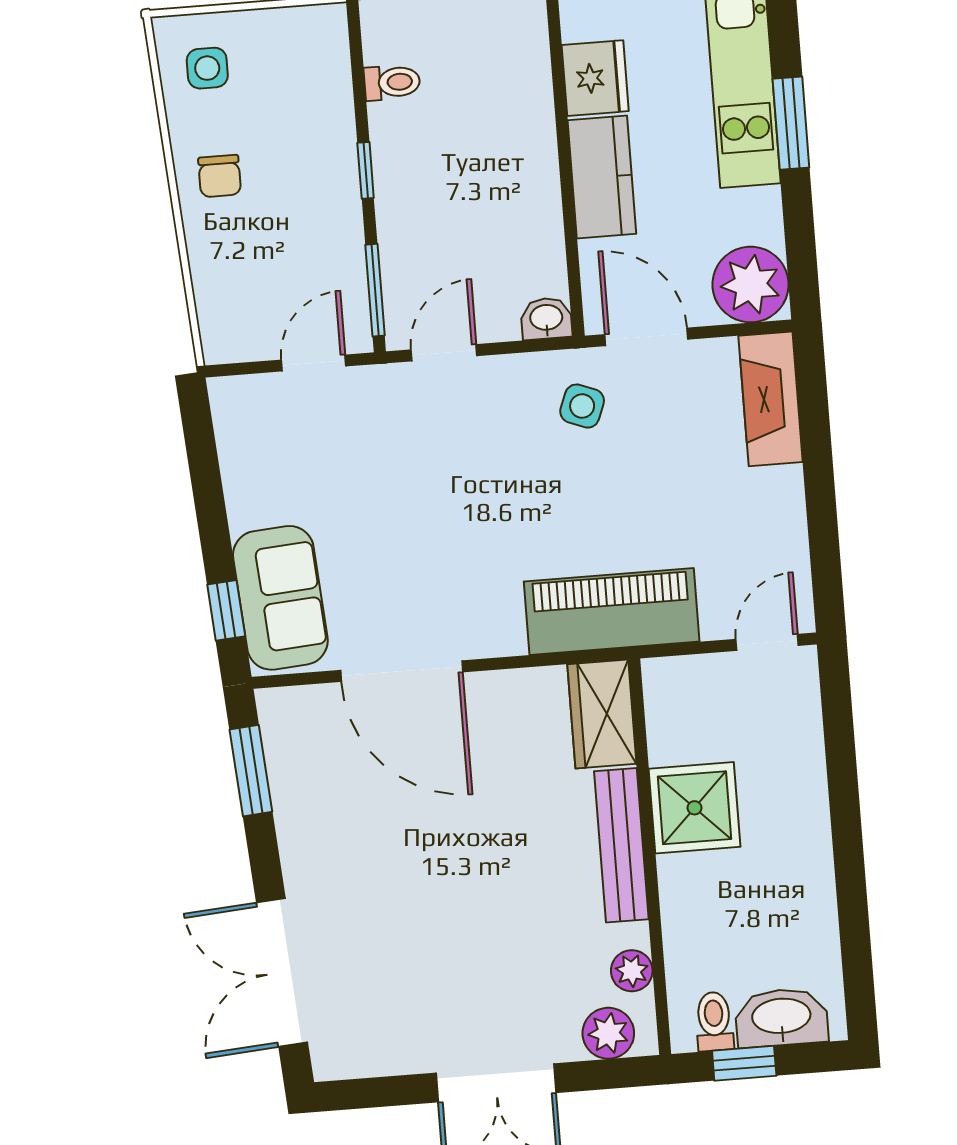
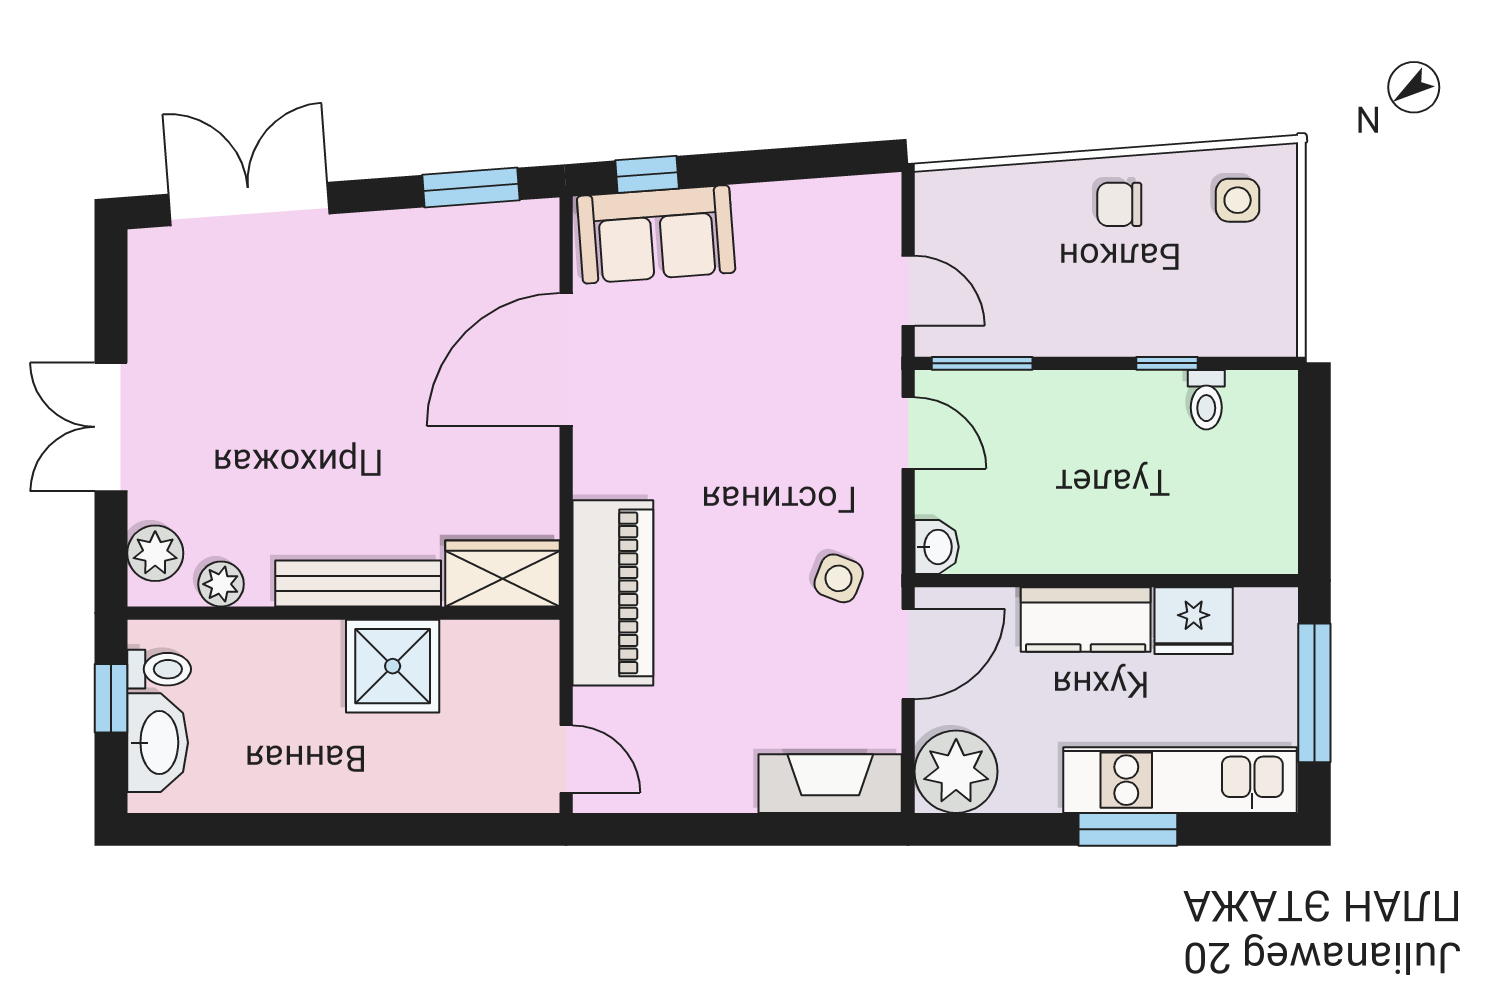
window: (366, 170) -> (1167, 363), moved

